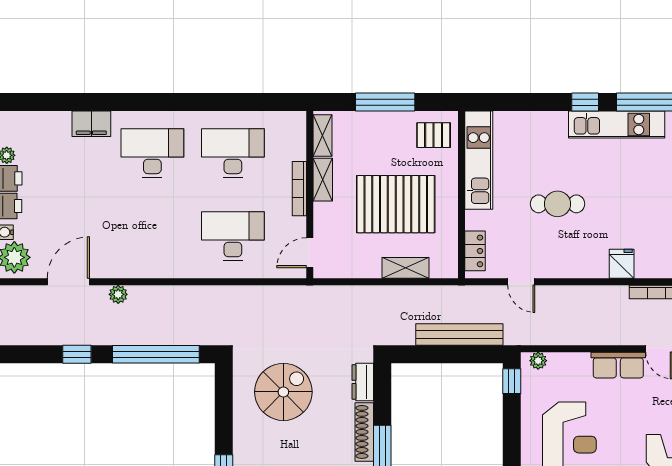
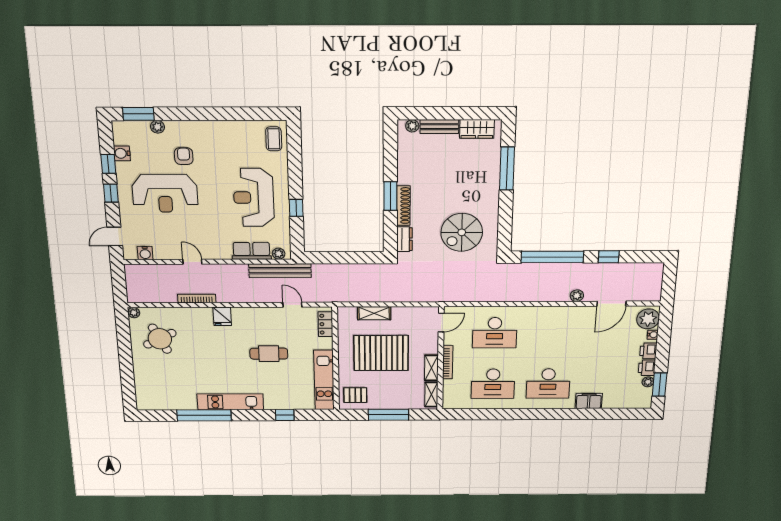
window: (585, 102) -> (285, 415), moved
bench: (459, 335) -> (280, 271), moved
row of seats: (618, 365) -> (252, 251), moved
window: (512, 381) -> (296, 208), moved

